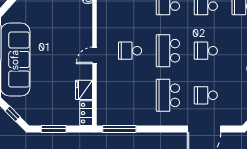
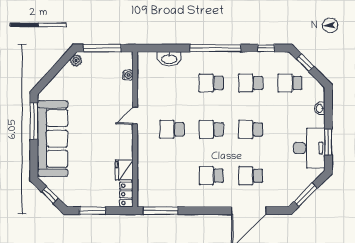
school desk: (168, 51) -> (211, 129), width x0.54
door: (94, 55) -> (135, 116), moved
school desk: (168, 95) -> (211, 176), width x0.54

